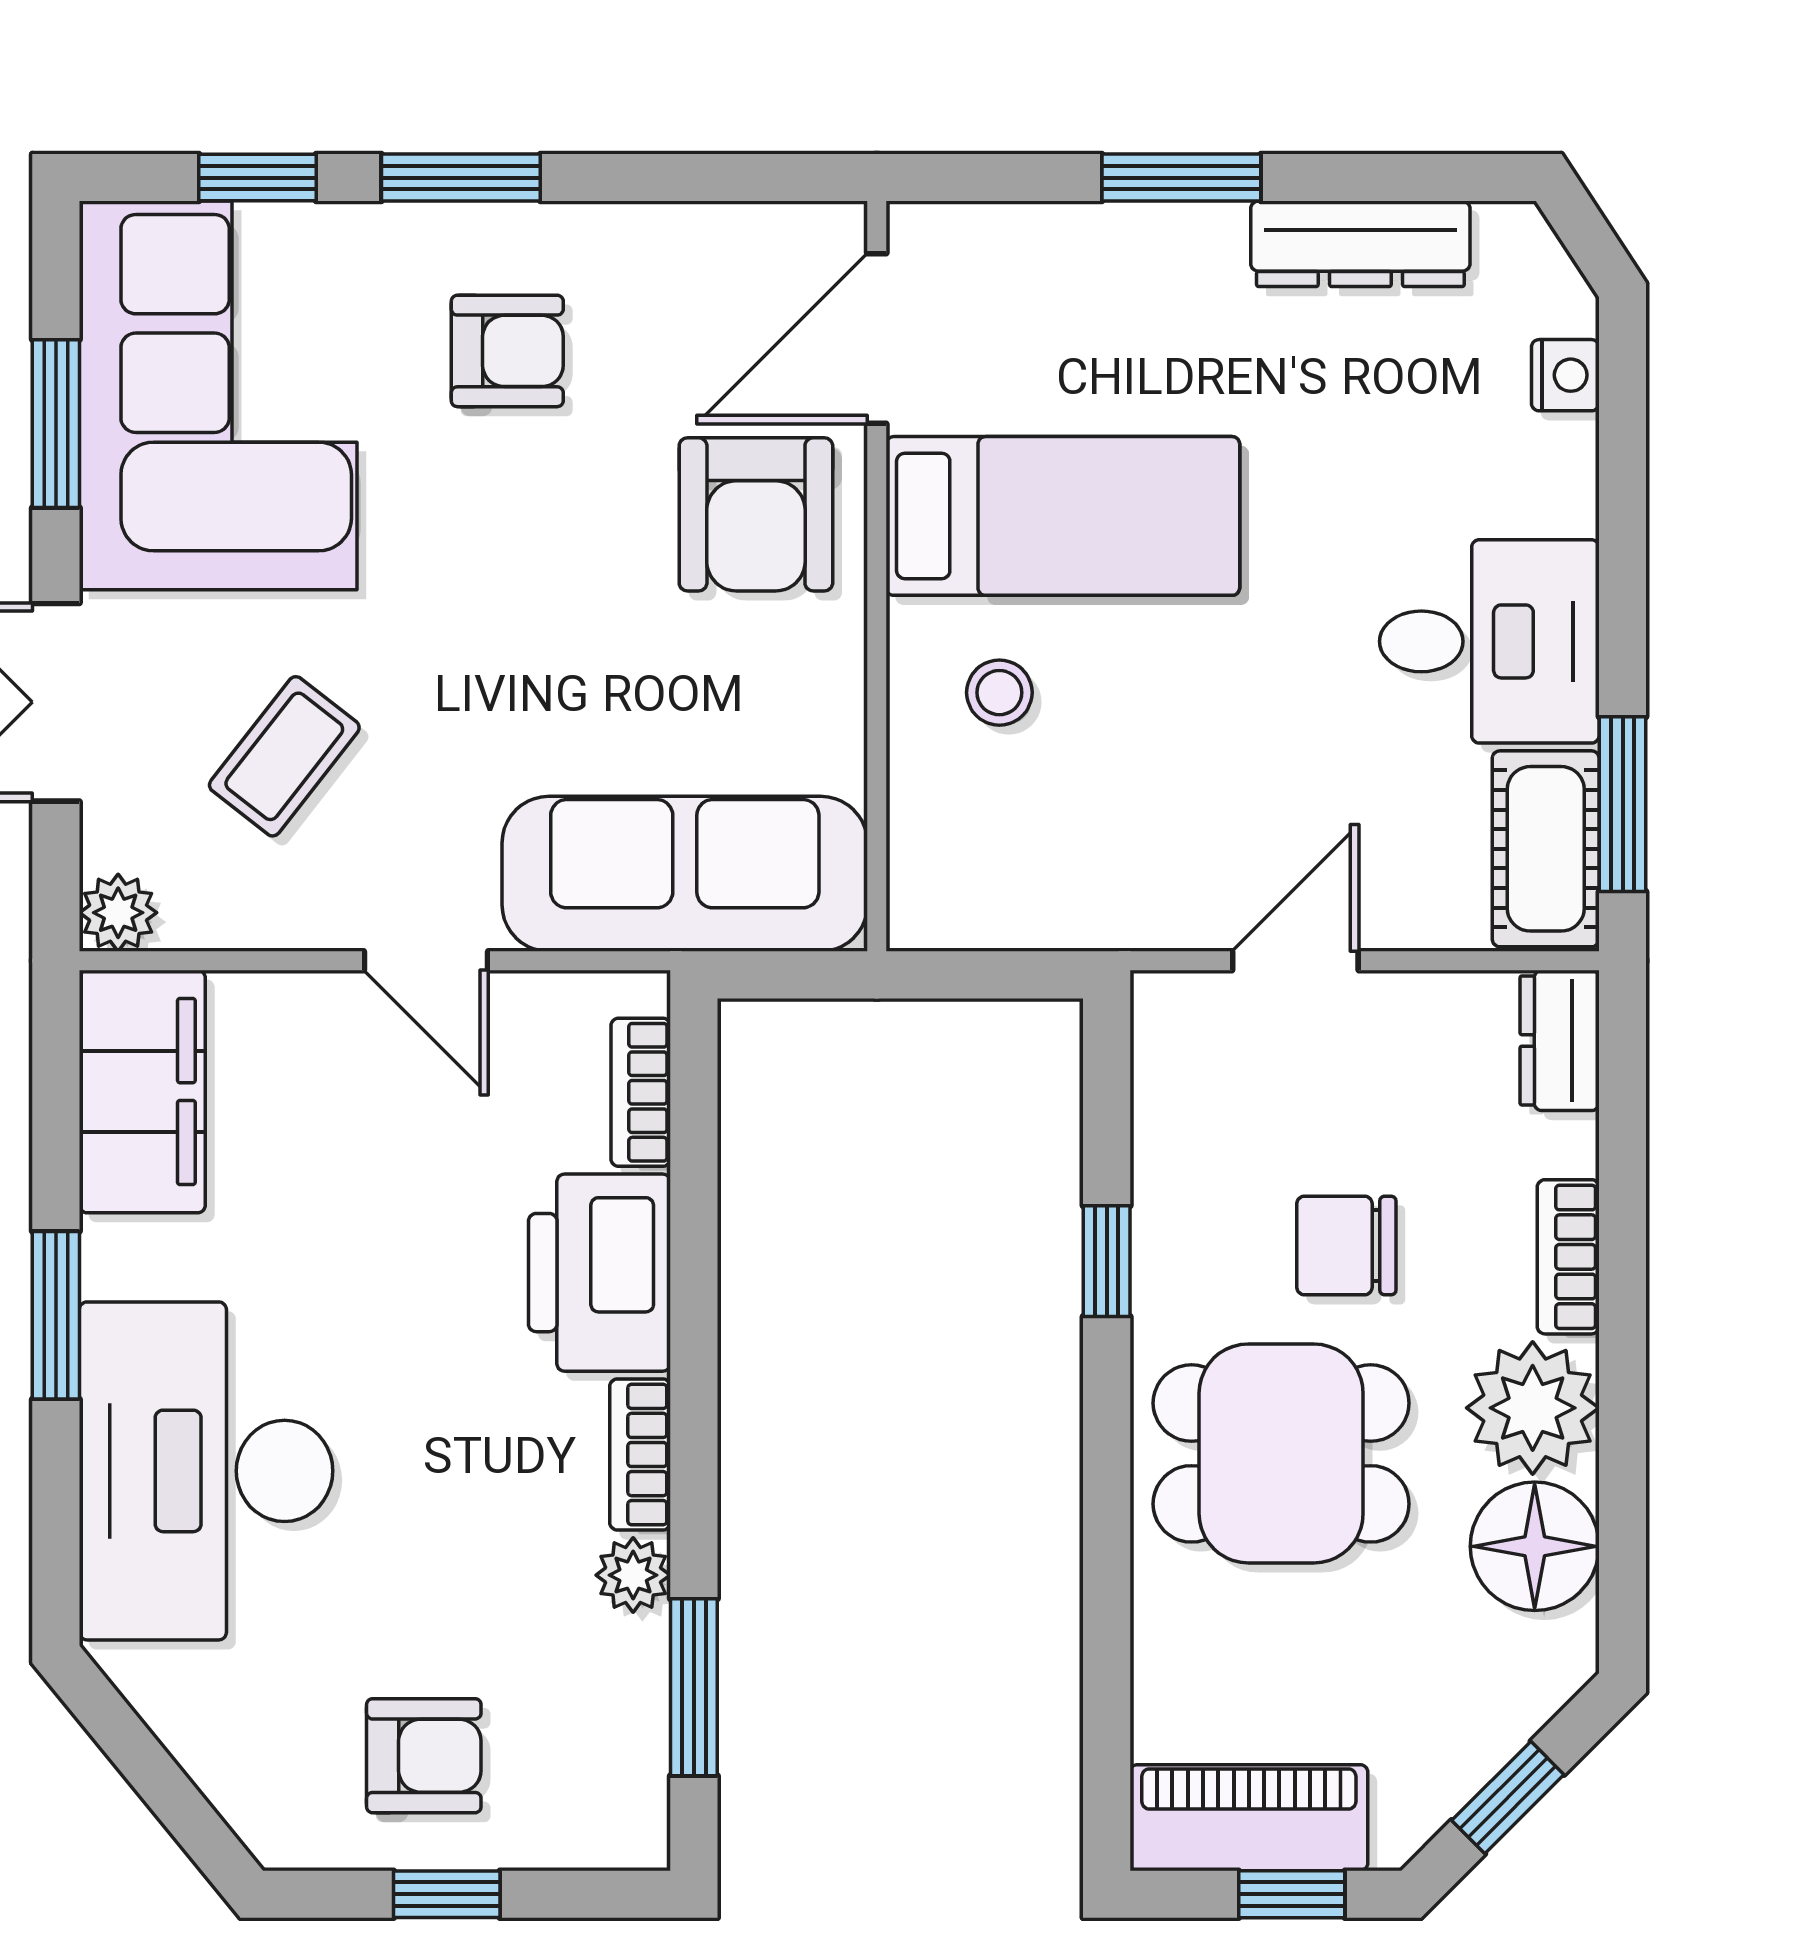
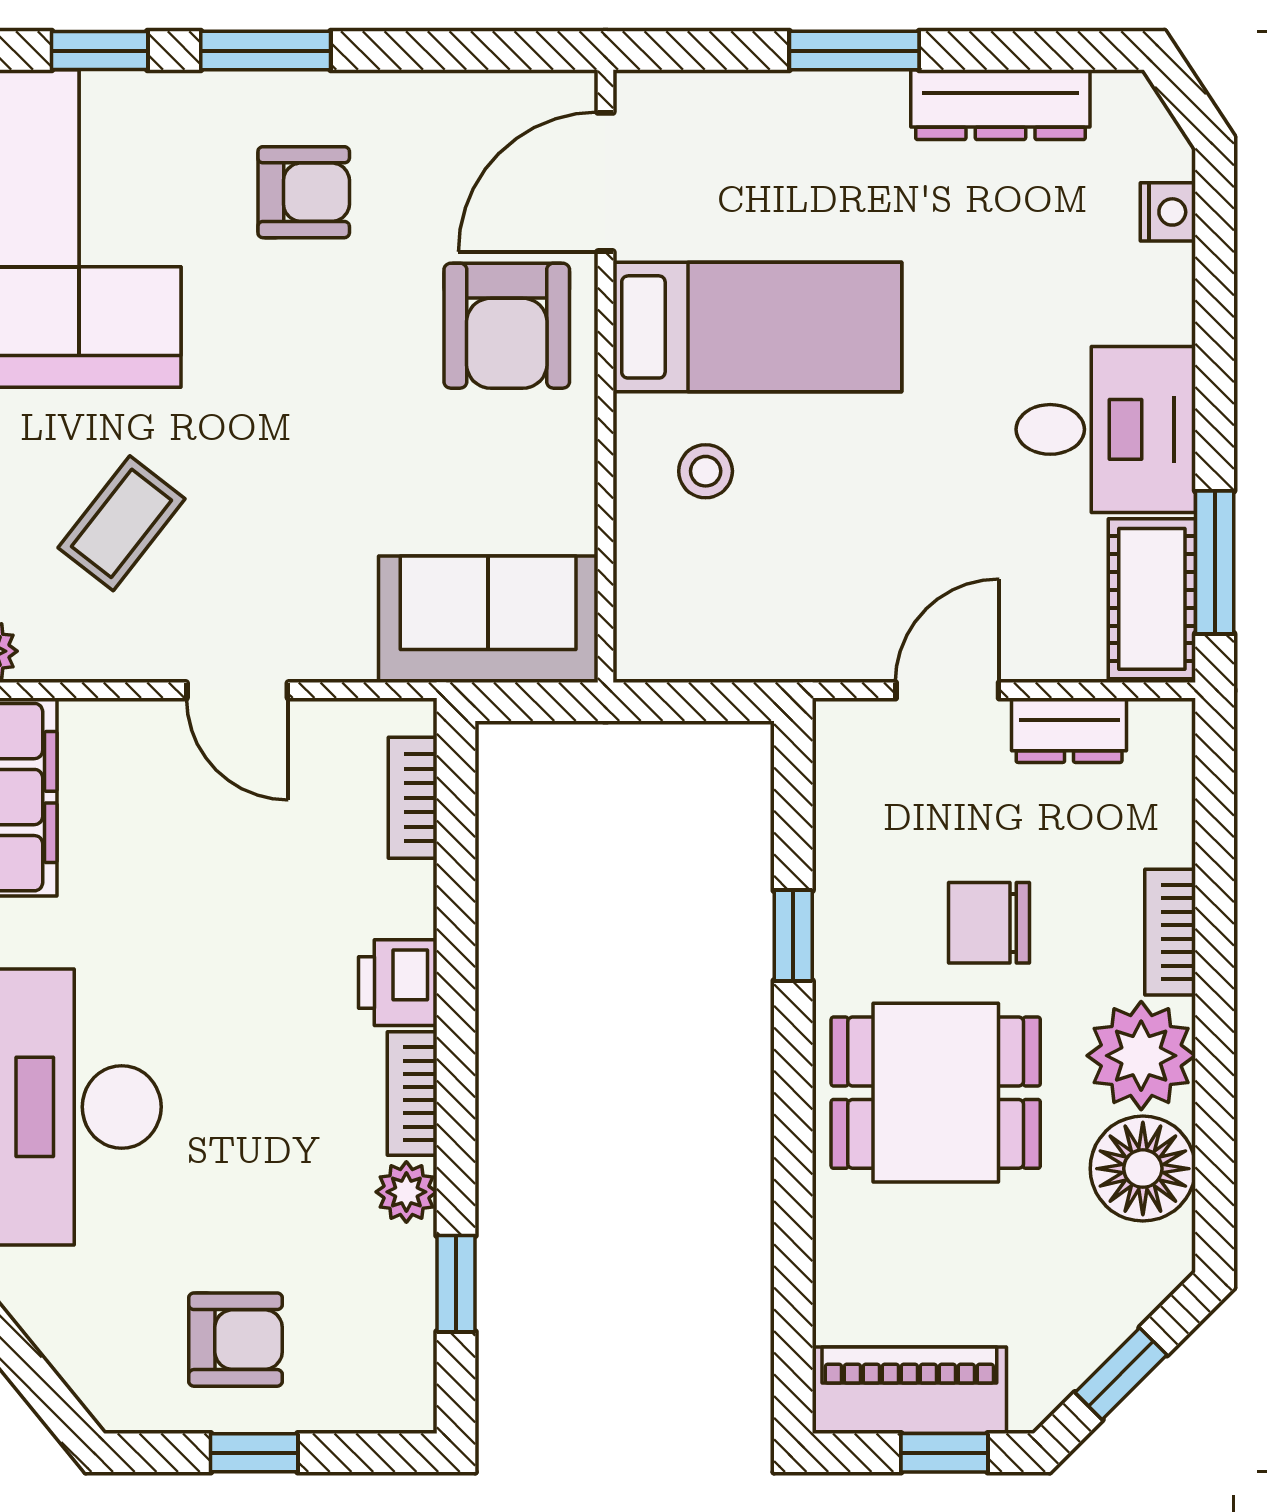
sofa: (685, 874) -> (488, 619), width x0.73
dresser: (1560, 1040) -> (1069, 730), moved, turned -90
printer: (599, 1273) -> (398, 983), width x0.53, depth x0.68
window: (694, 1687) -> (456, 1284), width x0.67

